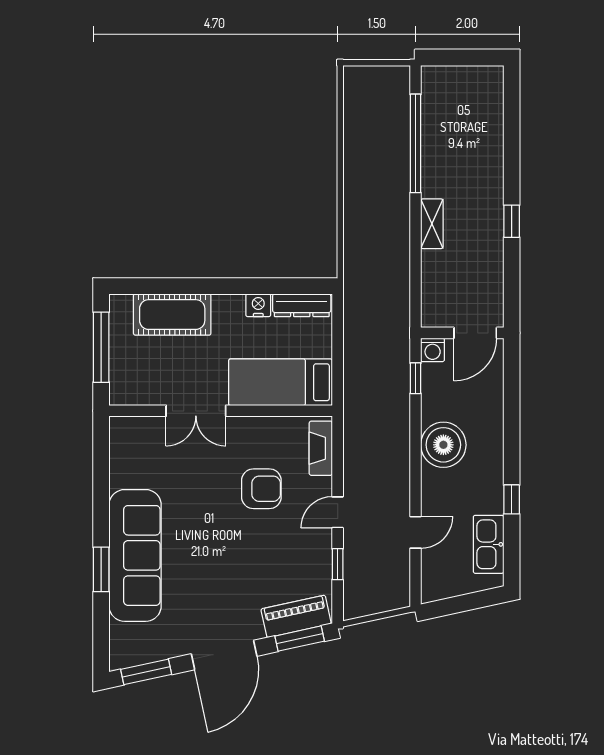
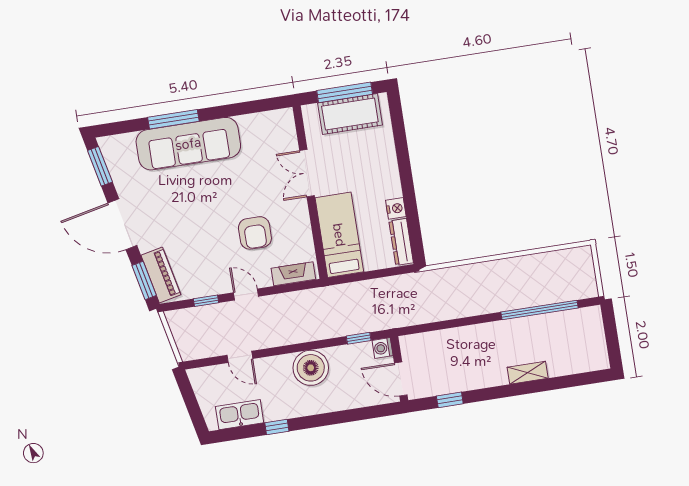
window: (512, 221) -> (450, 400), moved
shelving: (432, 224) -> (528, 373), moved
cot: (172, 315) -> (350, 114), moved, turned 90
window: (101, 569) -> (173, 119), width x1.44

